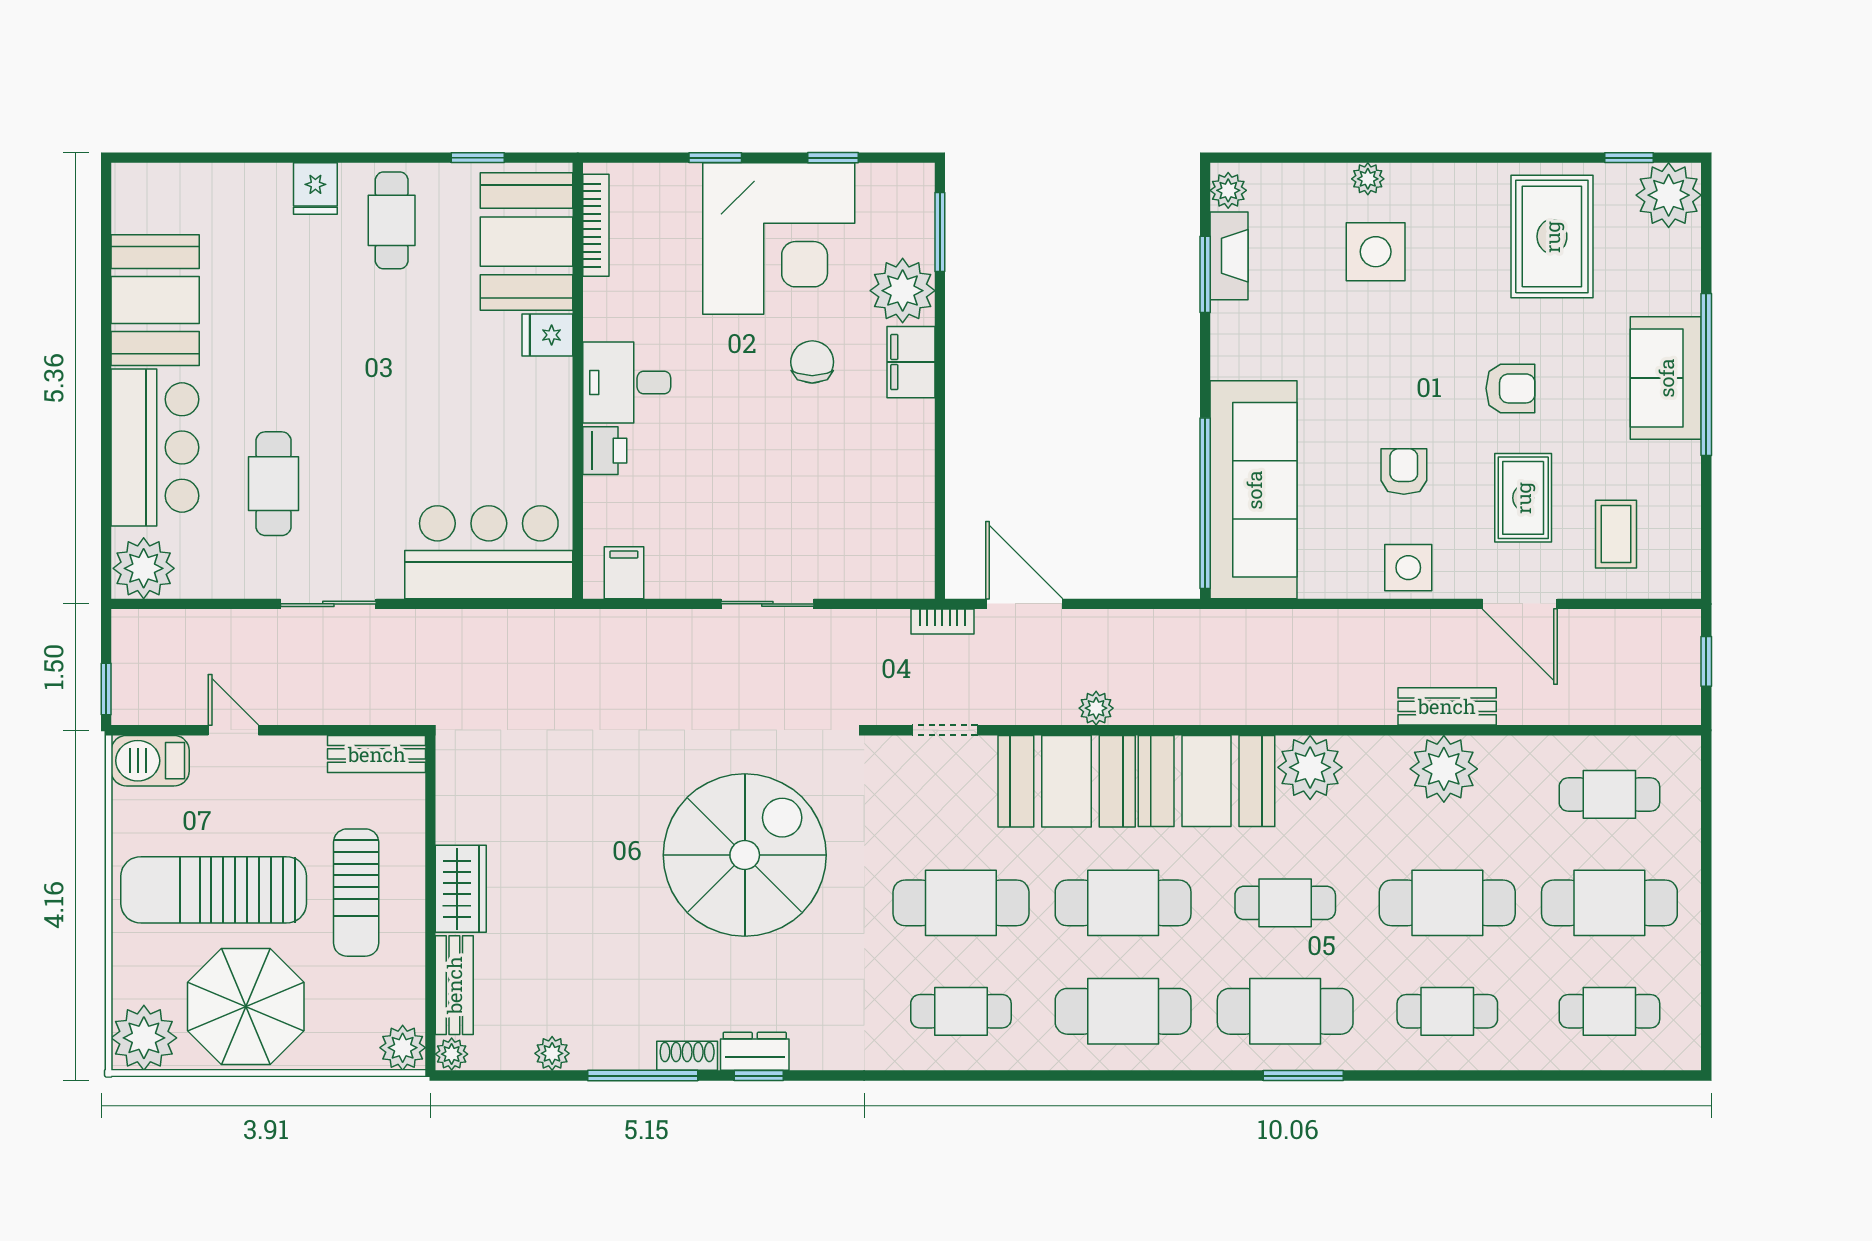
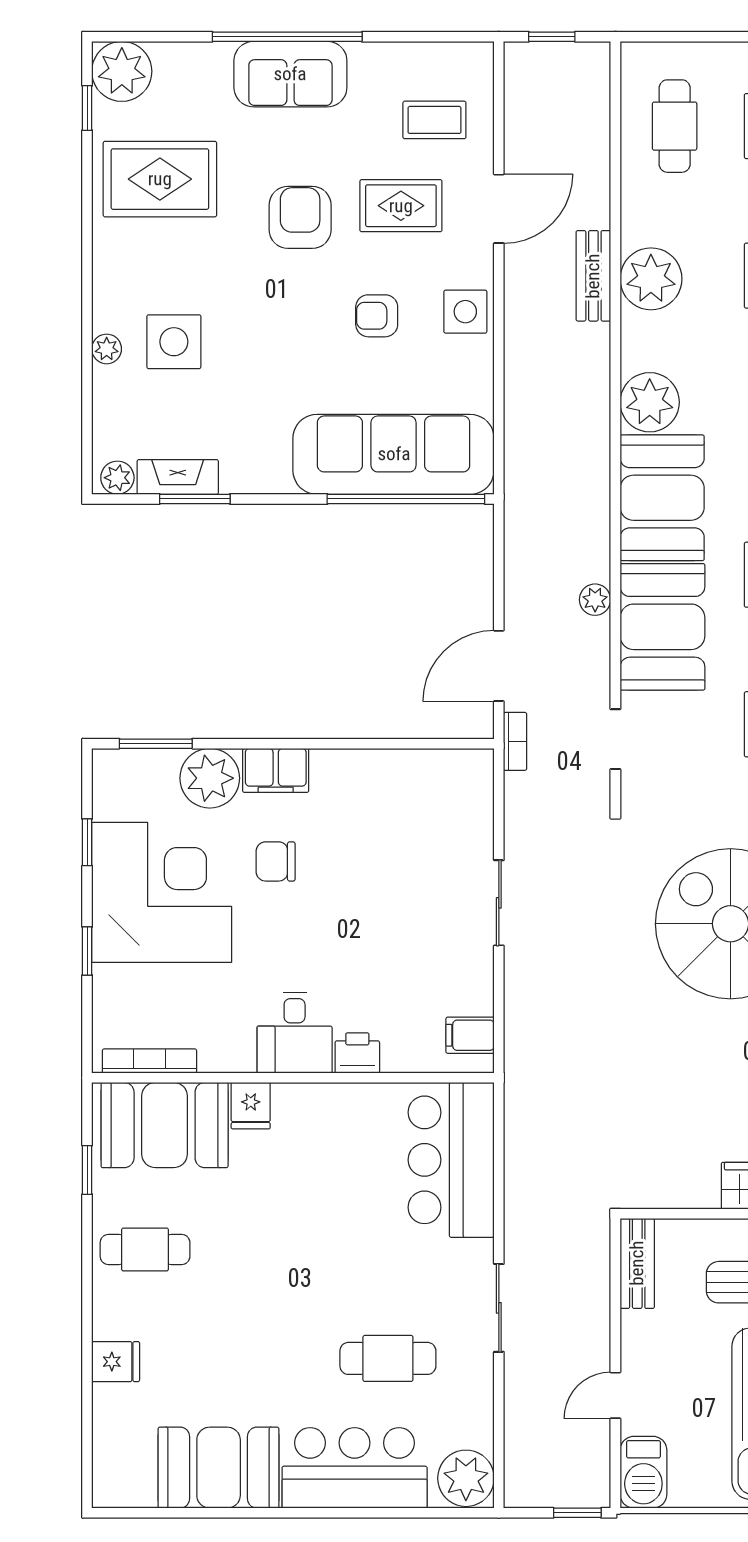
fridge: (315, 189) -> (116, 1362), moved
armchair: (1510, 388) -> (300, 217), width x1.38, depth x1.38

